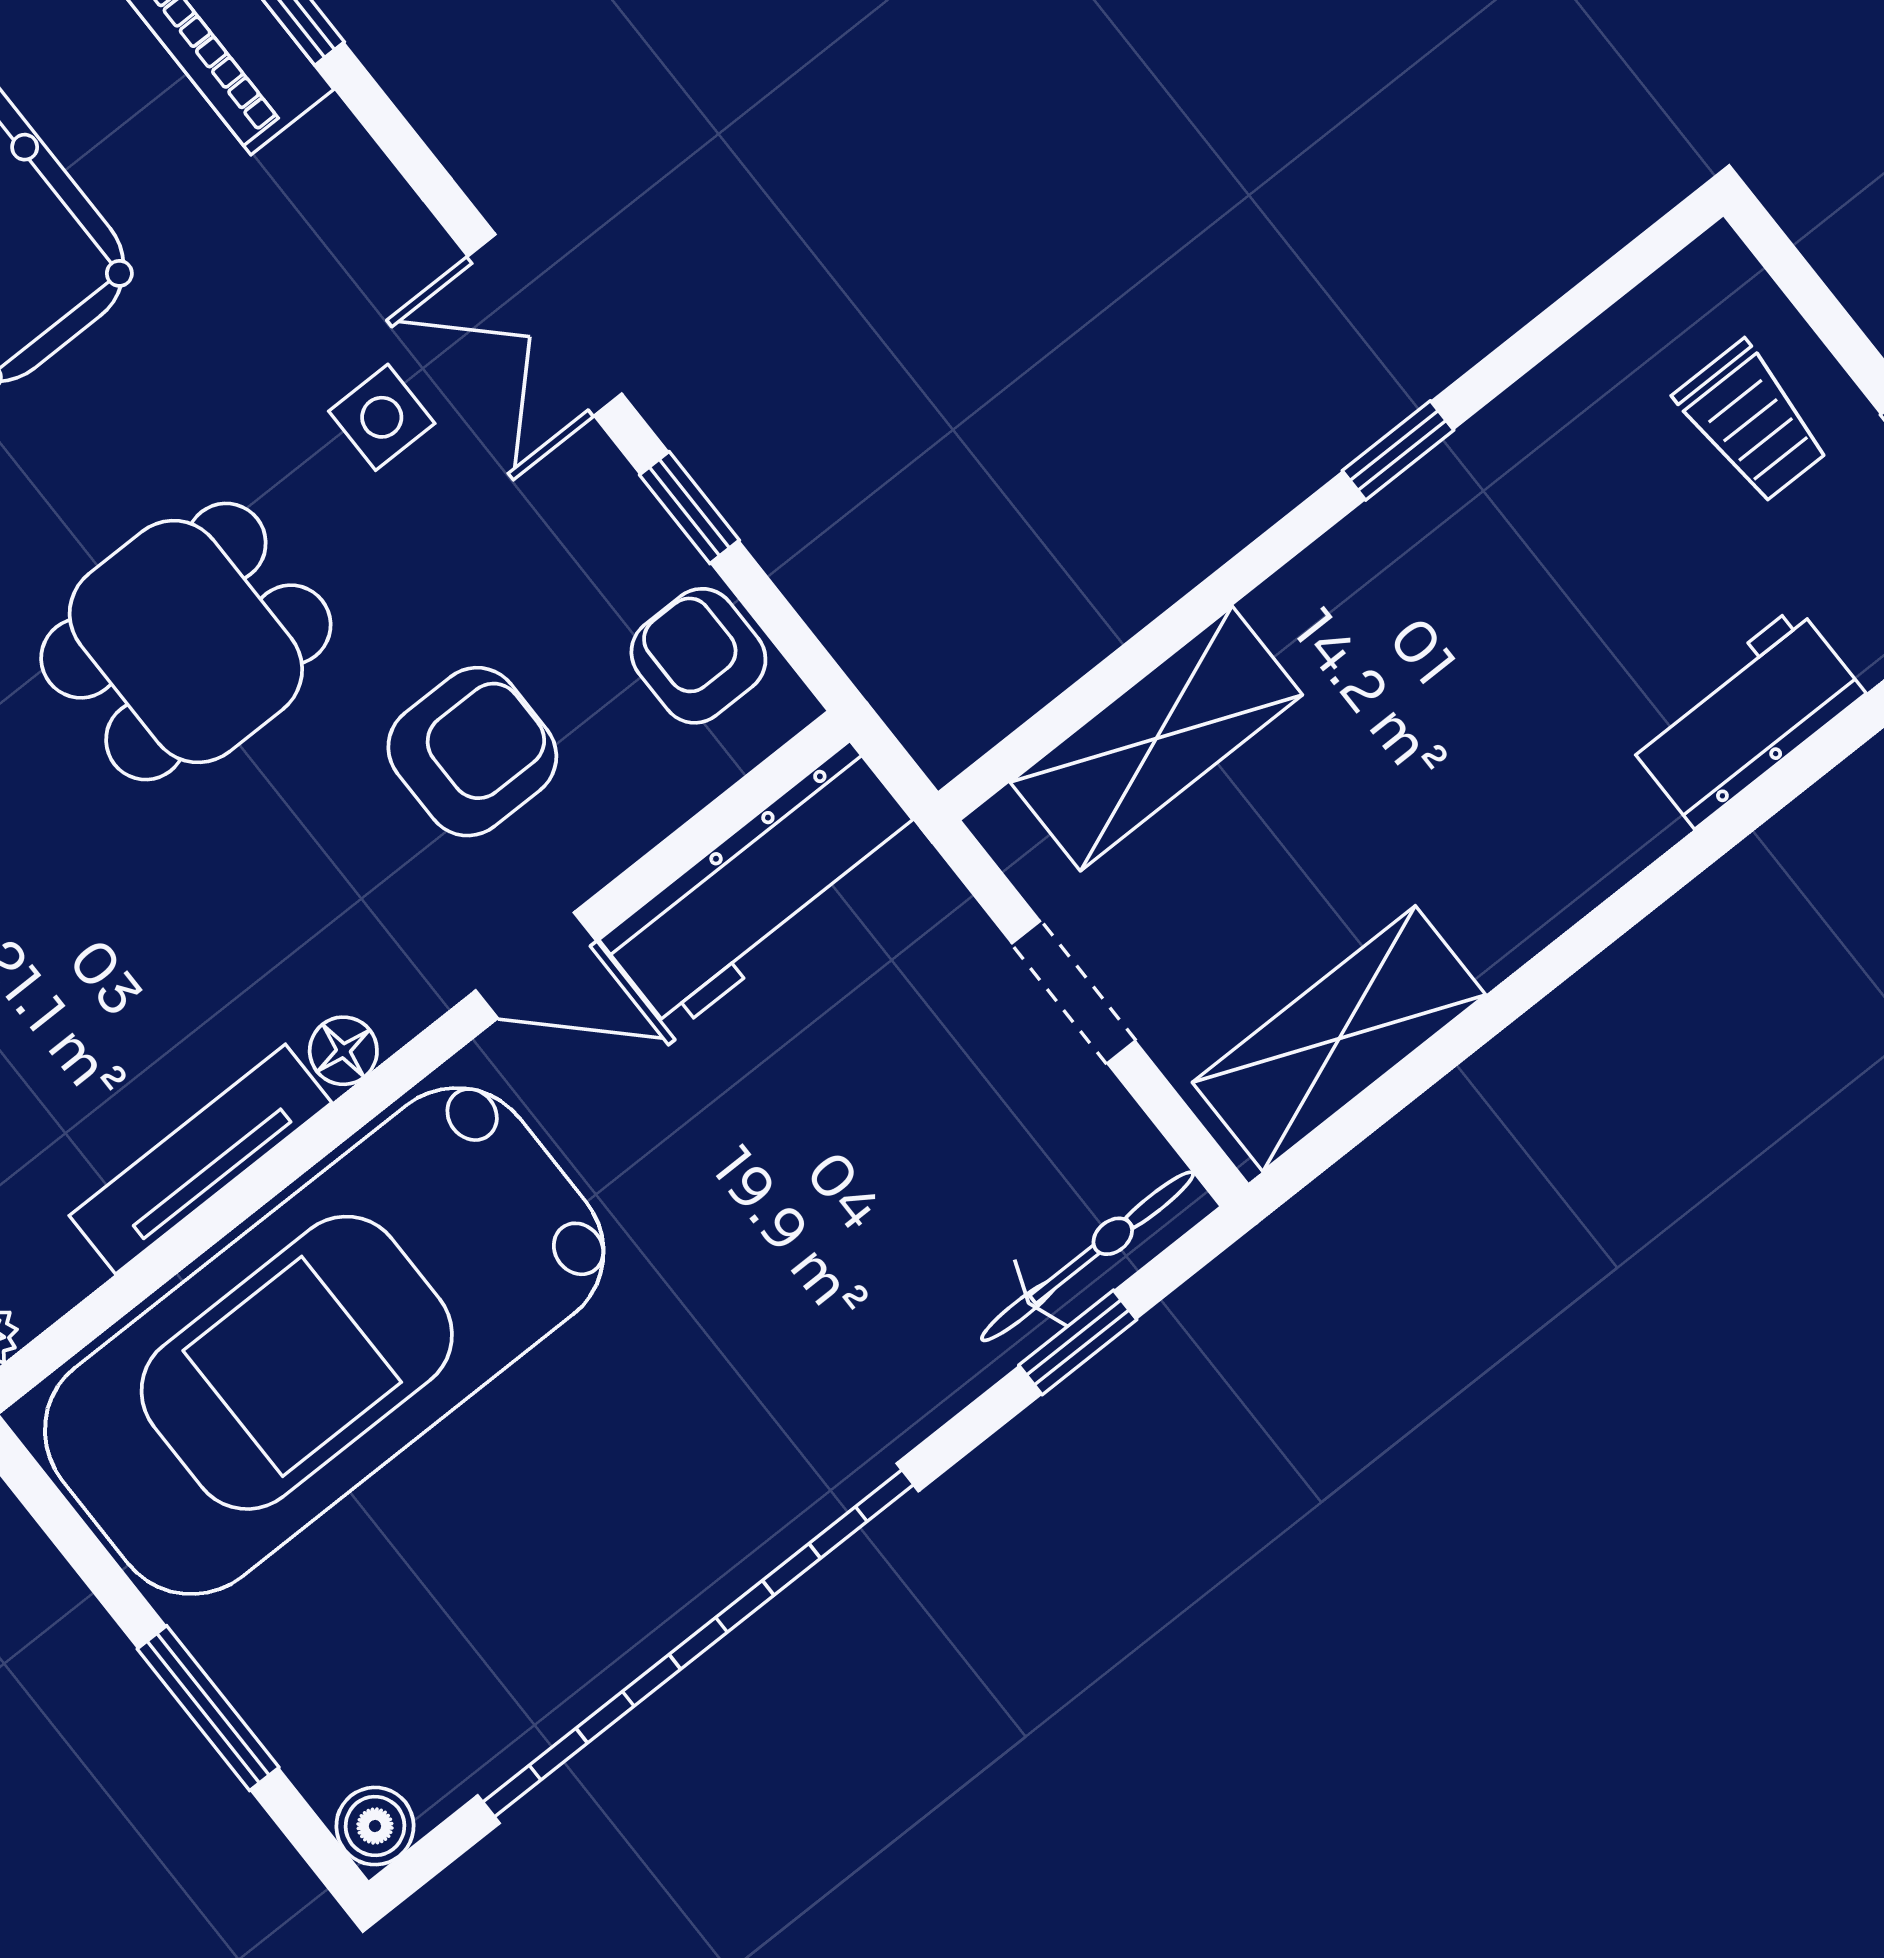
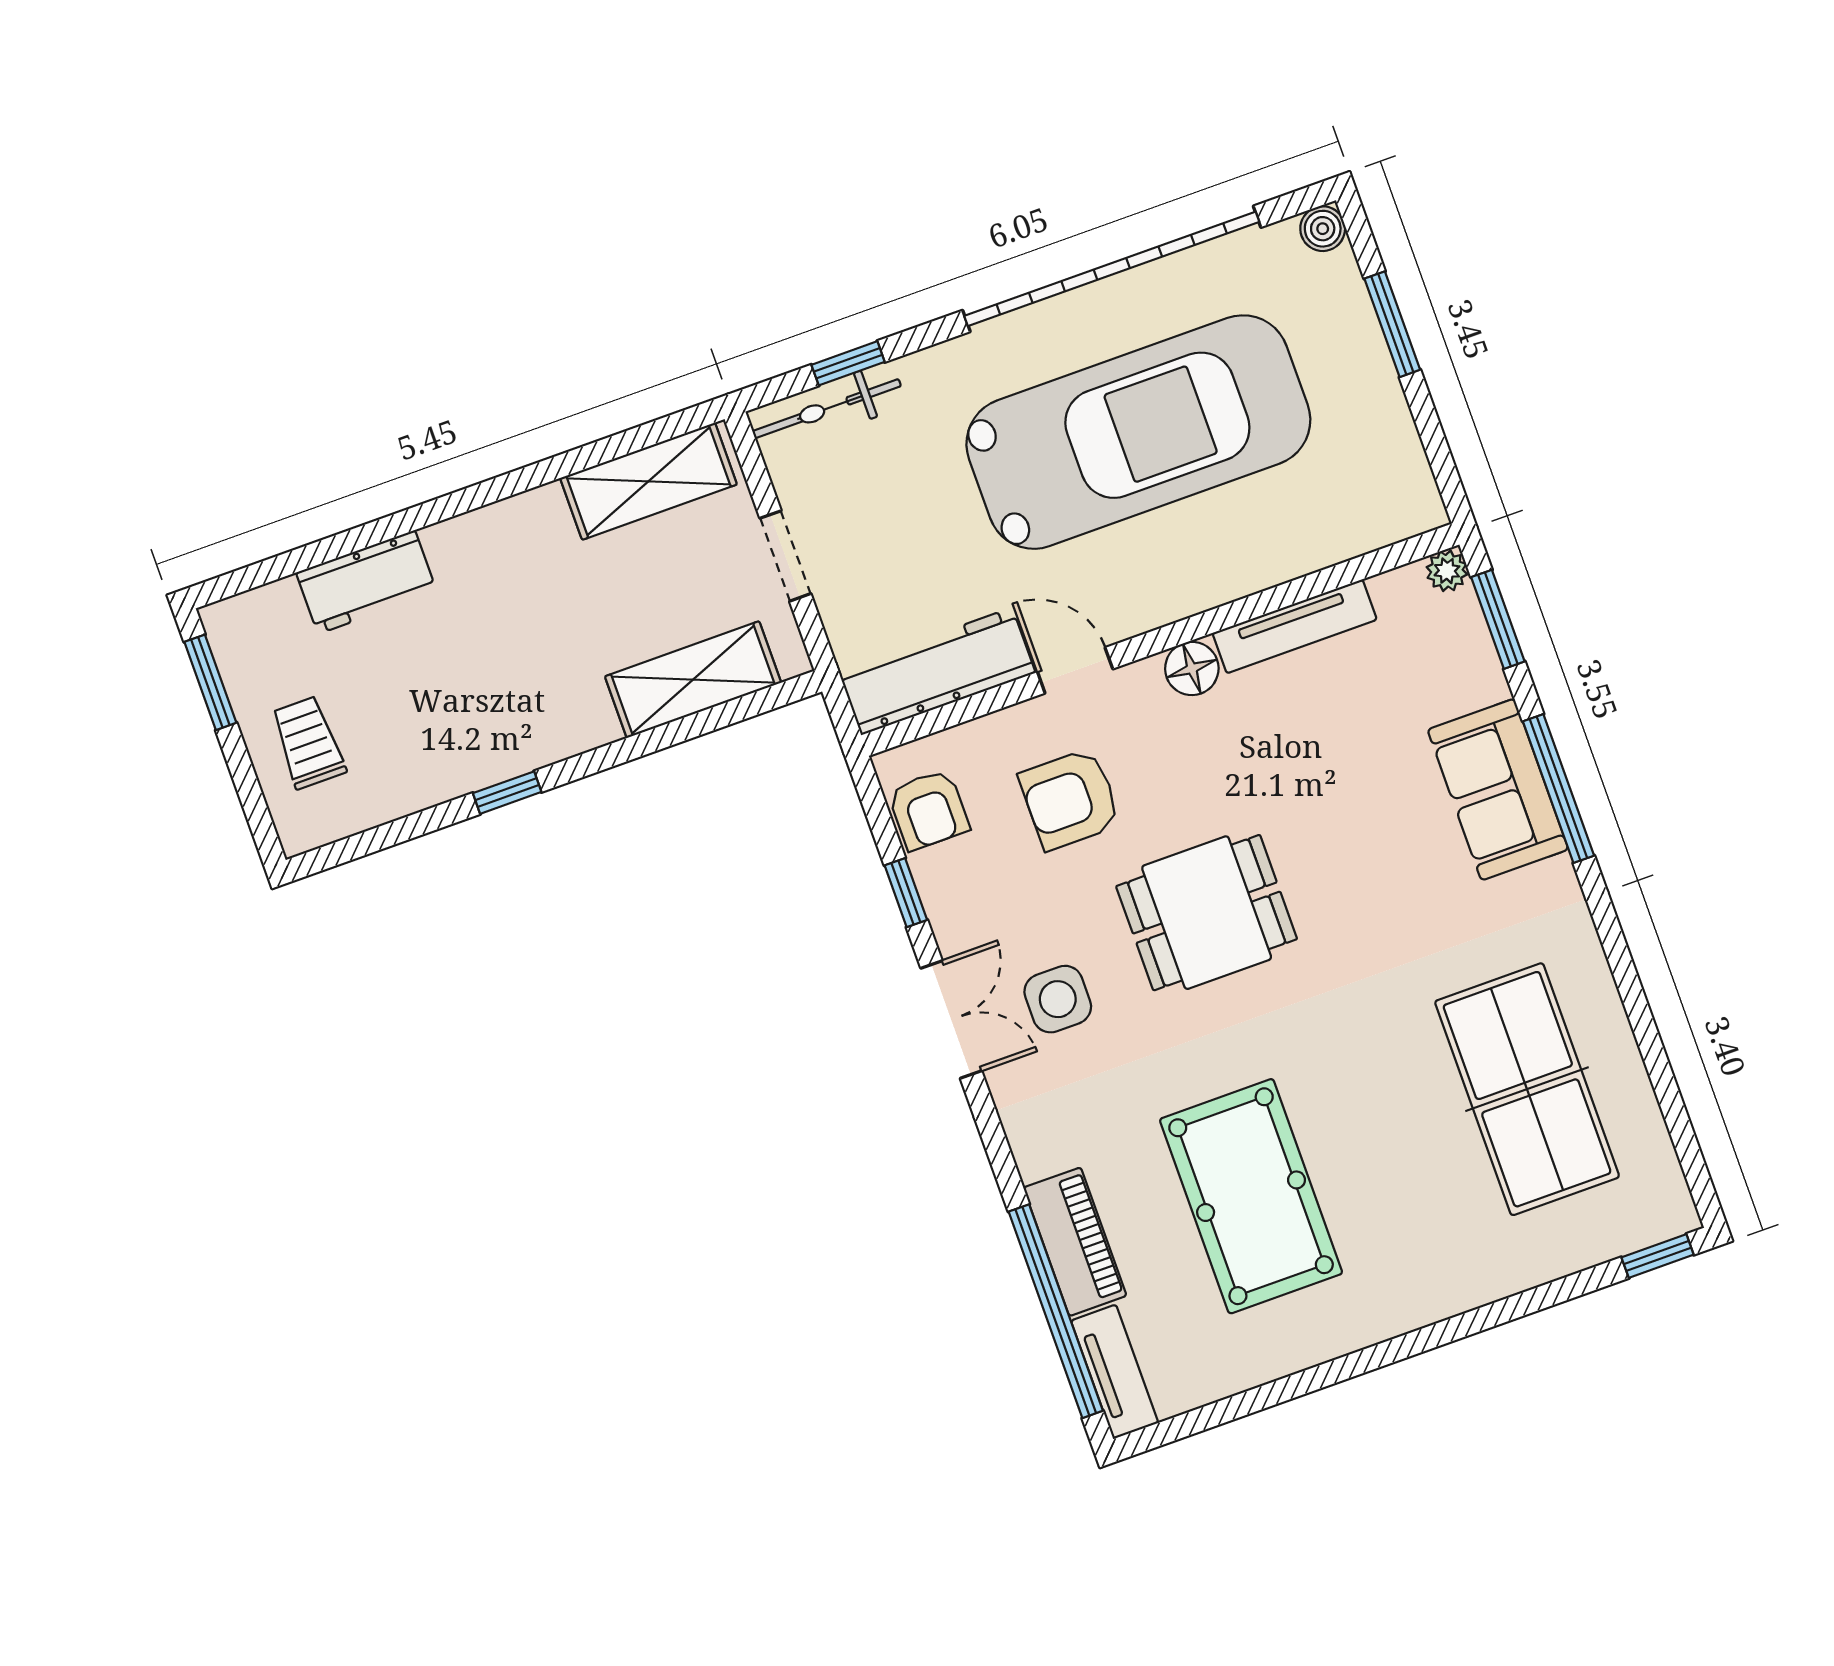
side table: (382, 417) -> (1058, 999), width x1.37, depth x1.37
floor lamp: (343, 1051) -> (1192, 668), width x1.37, depth x1.37
car: (324, 1341) -> (1138, 432), moved

